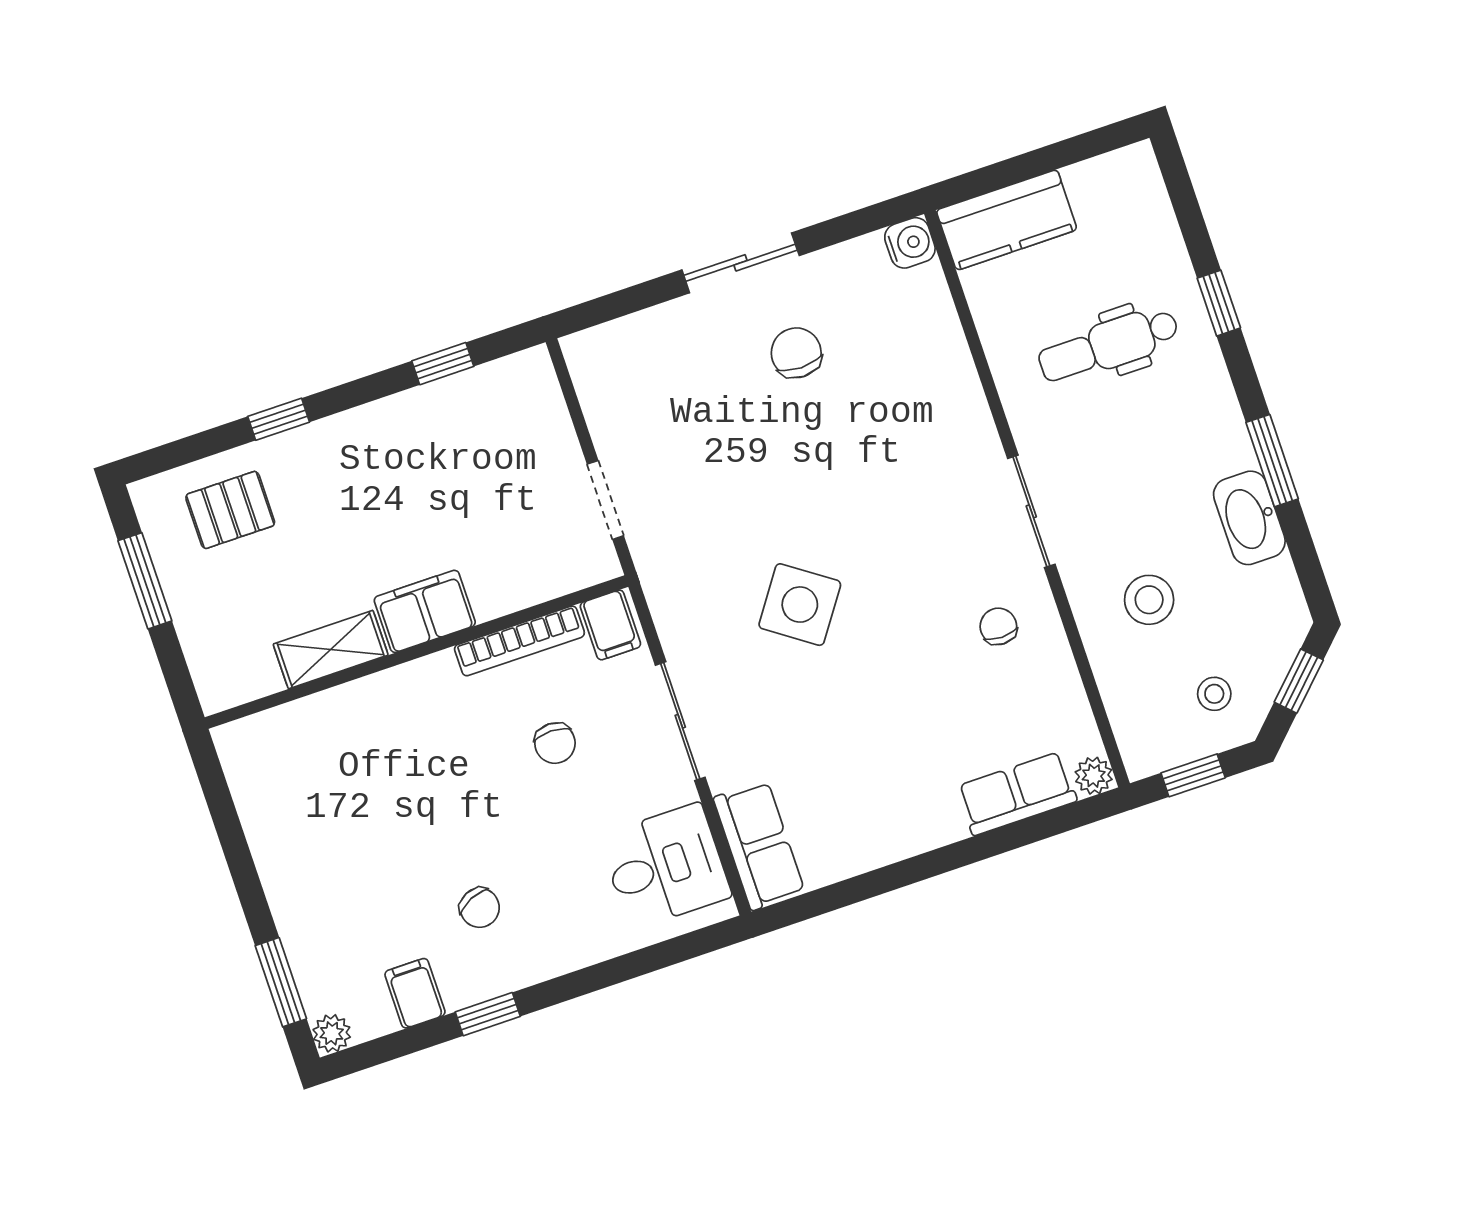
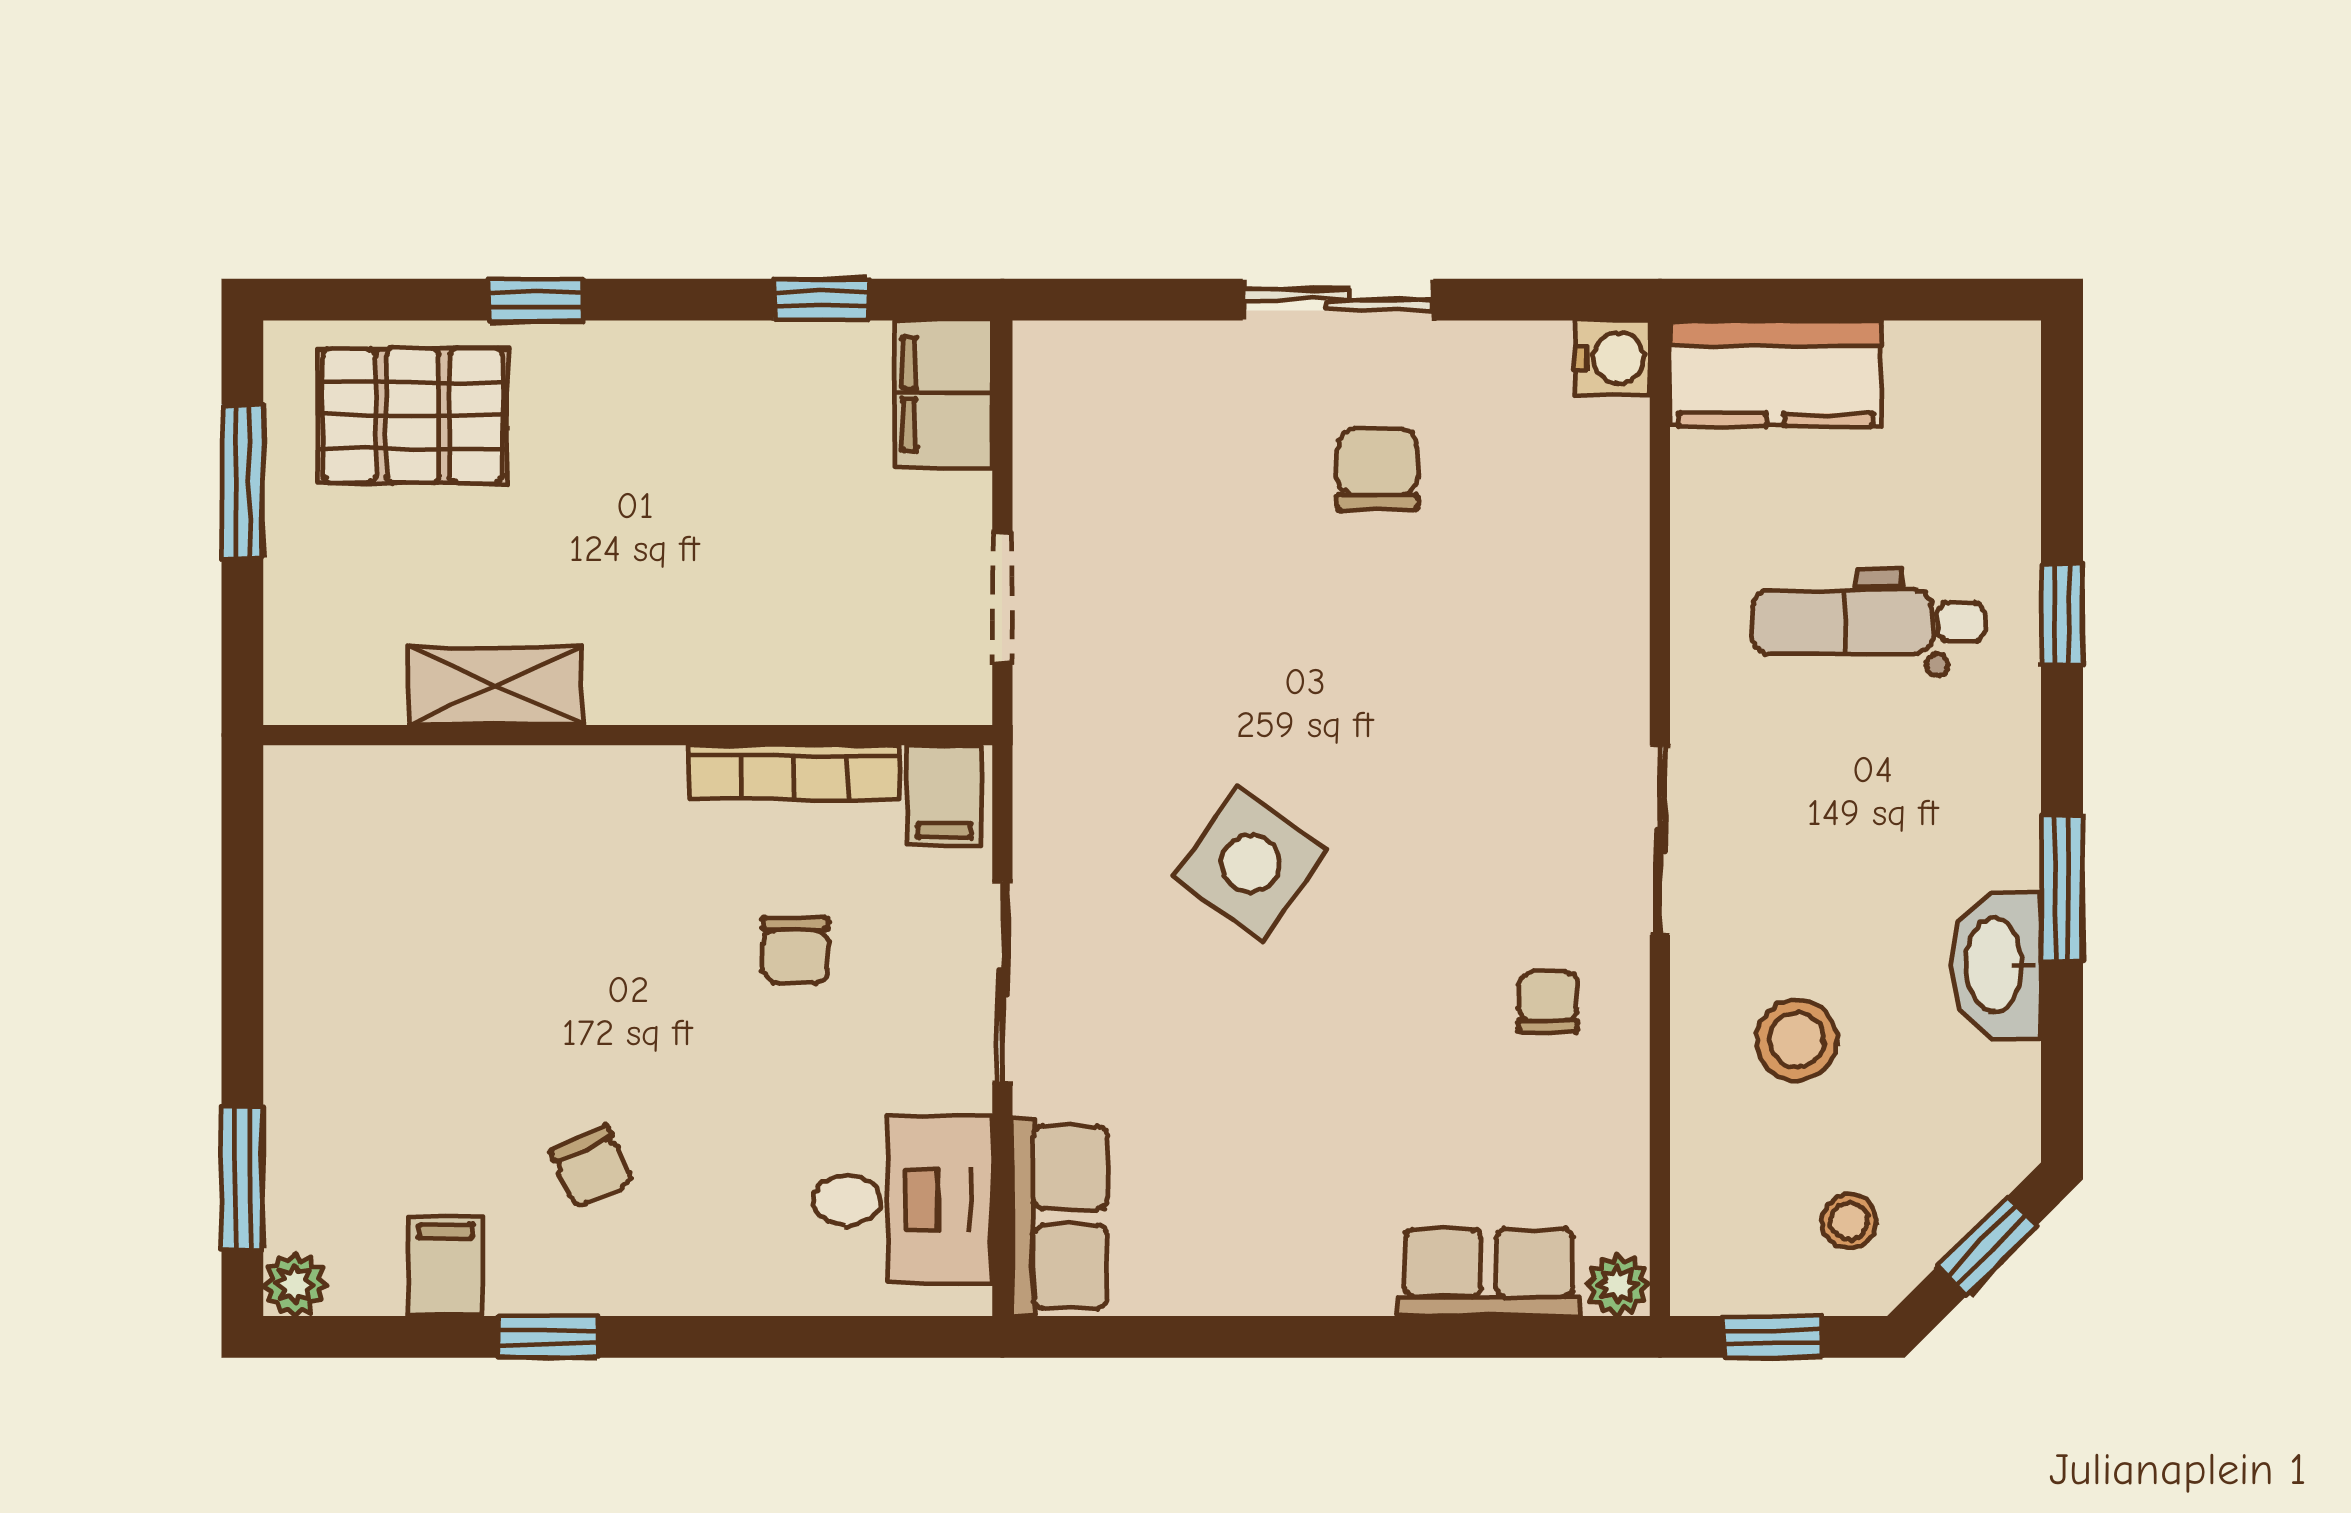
pallet: (230, 510) -> (413, 416), width x1.50, depth x1.42
filing cabinet: (425, 611) -> (943, 394), moved, turned -90

